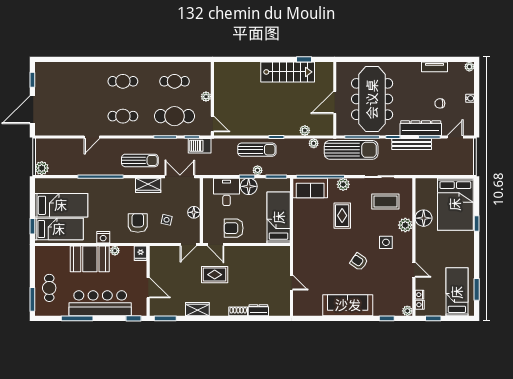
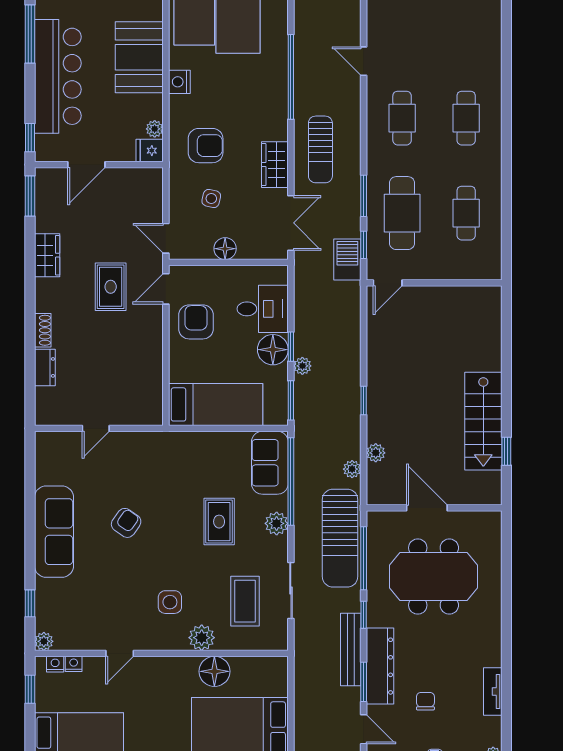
plant: (206, 97) -> (438, 271), removed
meeting table: (372, 99) -> (434, 577), width x0.73
sun lounger: (257, 150) -> (340, 365), removed
rug: (342, 216) -> (219, 522), turned 90
plant: (115, 251) -> (155, 129), moved
armchair: (359, 262) -> (126, 523), moved

